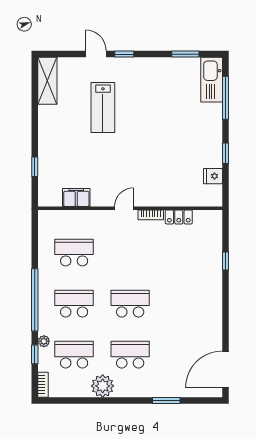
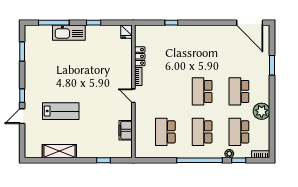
kitchen sink: (212, 80) -> (69, 33), moved
shelving: (47, 81) -> (59, 151), moved
fridge: (213, 176) -> (127, 32), moved

